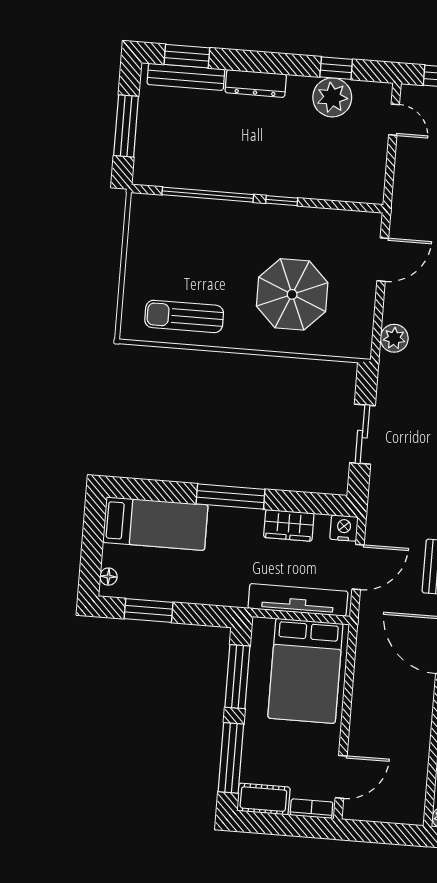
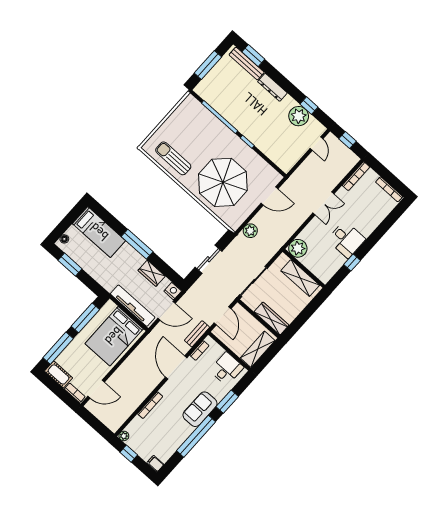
parasol: (292, 294) -> (223, 182), width x1.36, depth x1.36

